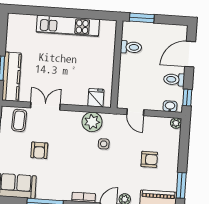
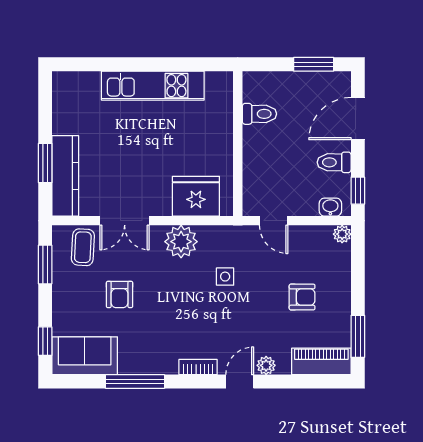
window: (142, 18) -> (314, 64), moved
fridge: (96, 98) -> (196, 196), width x1.88, depth x1.34
double door: (45, 106) -> (125, 221), swing flipped
plant: (92, 122) -> (181, 242), moved

